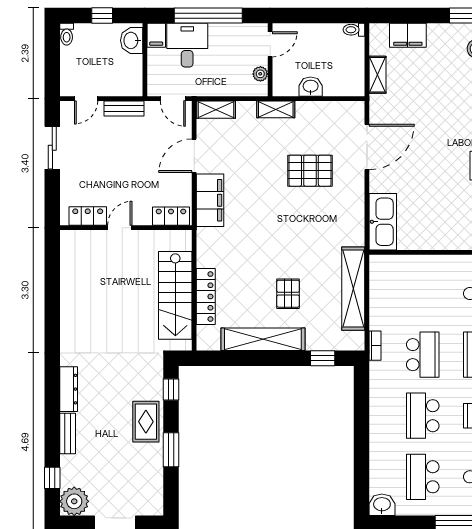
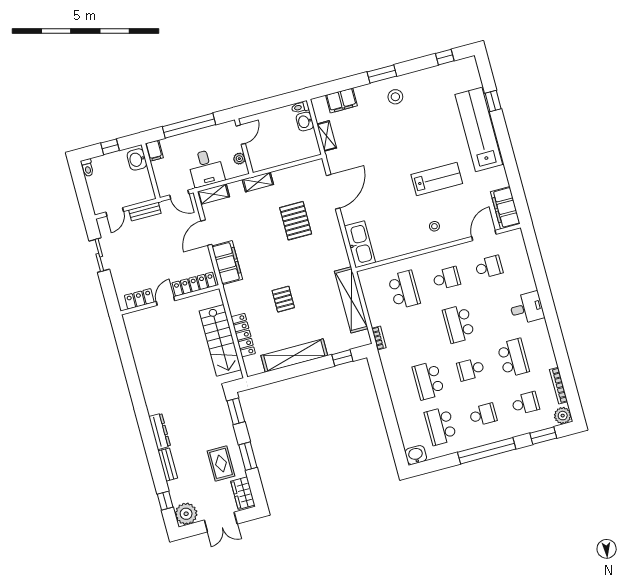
desk: (187, 45) -> (206, 168), moved, turned 180
washbasin: (311, 87) -> (305, 122), moved, turned -90
pallet: (310, 171) -> (296, 221), turned 90
locker: (171, 216) -> (194, 284), width x1.53
pallet: (288, 294) -> (283, 299), moved
school desk: (423, 355) -> (404, 290), moved
window: (171, 389) -> (236, 411), width x1.50
rug: (146, 422) -> (221, 463), moved
wardrobe: (152, 495) -> (243, 493), added

